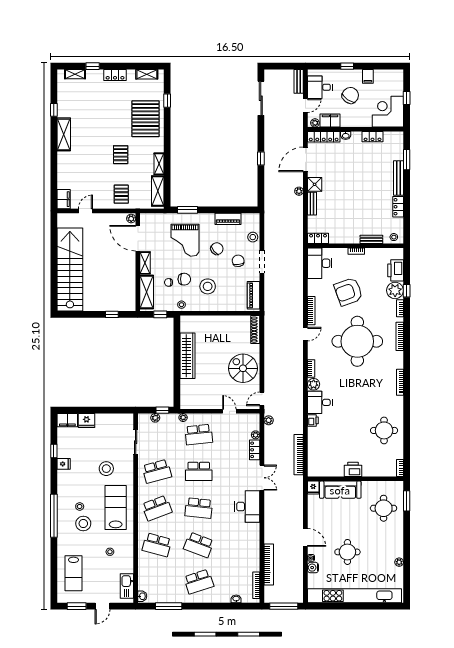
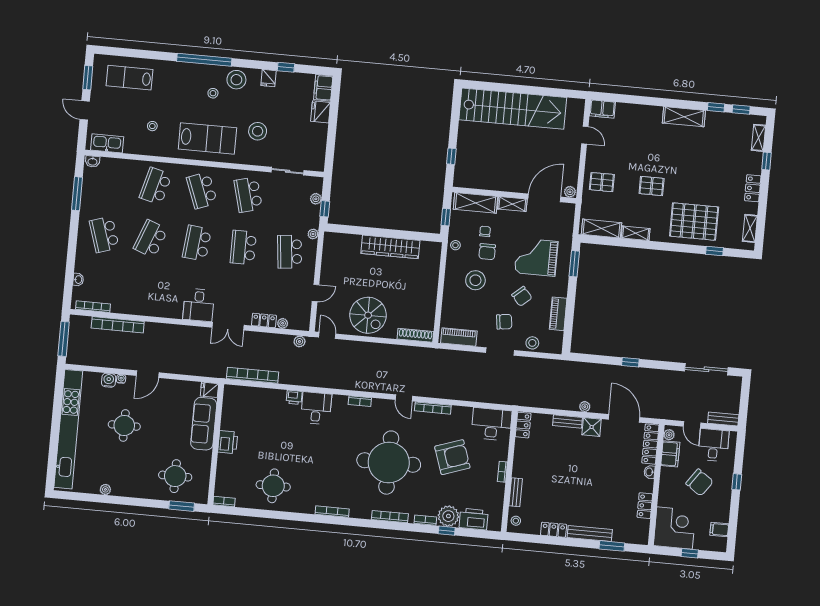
filing cabinet: (368, 76) -> (719, 529), moved
window: (54, 90) -> (741, 110), added
armchair: (348, 292) -> (452, 457), turned 91
spiral stairs: (243, 368) -> (368, 315), turned 90
plant: (314, 384) -> (340, 402), removed
desk: (247, 507) -> (199, 305), width x0.73
stool: (83, 524) -> (236, 80), moved

